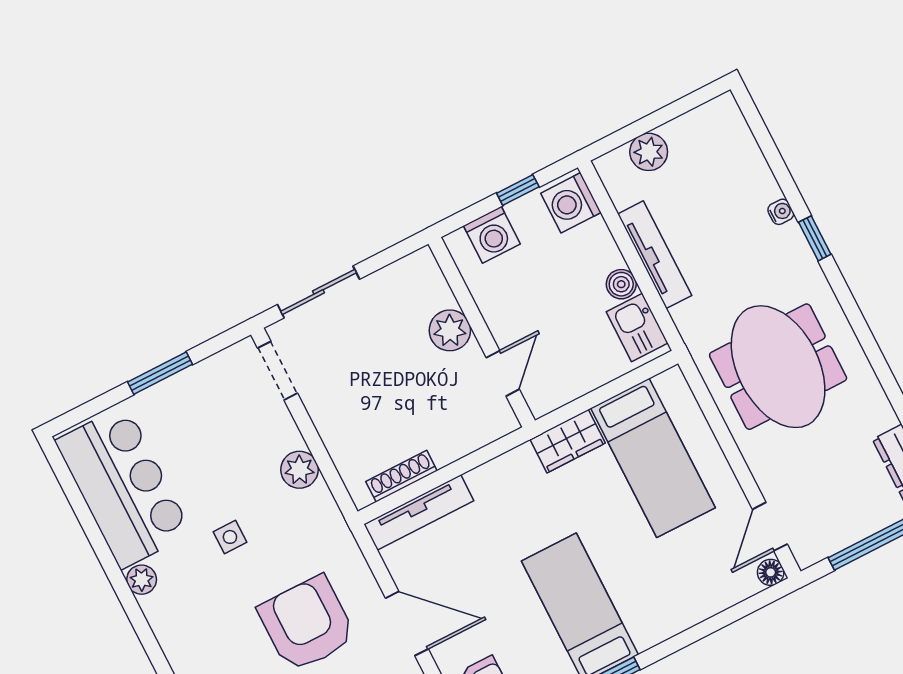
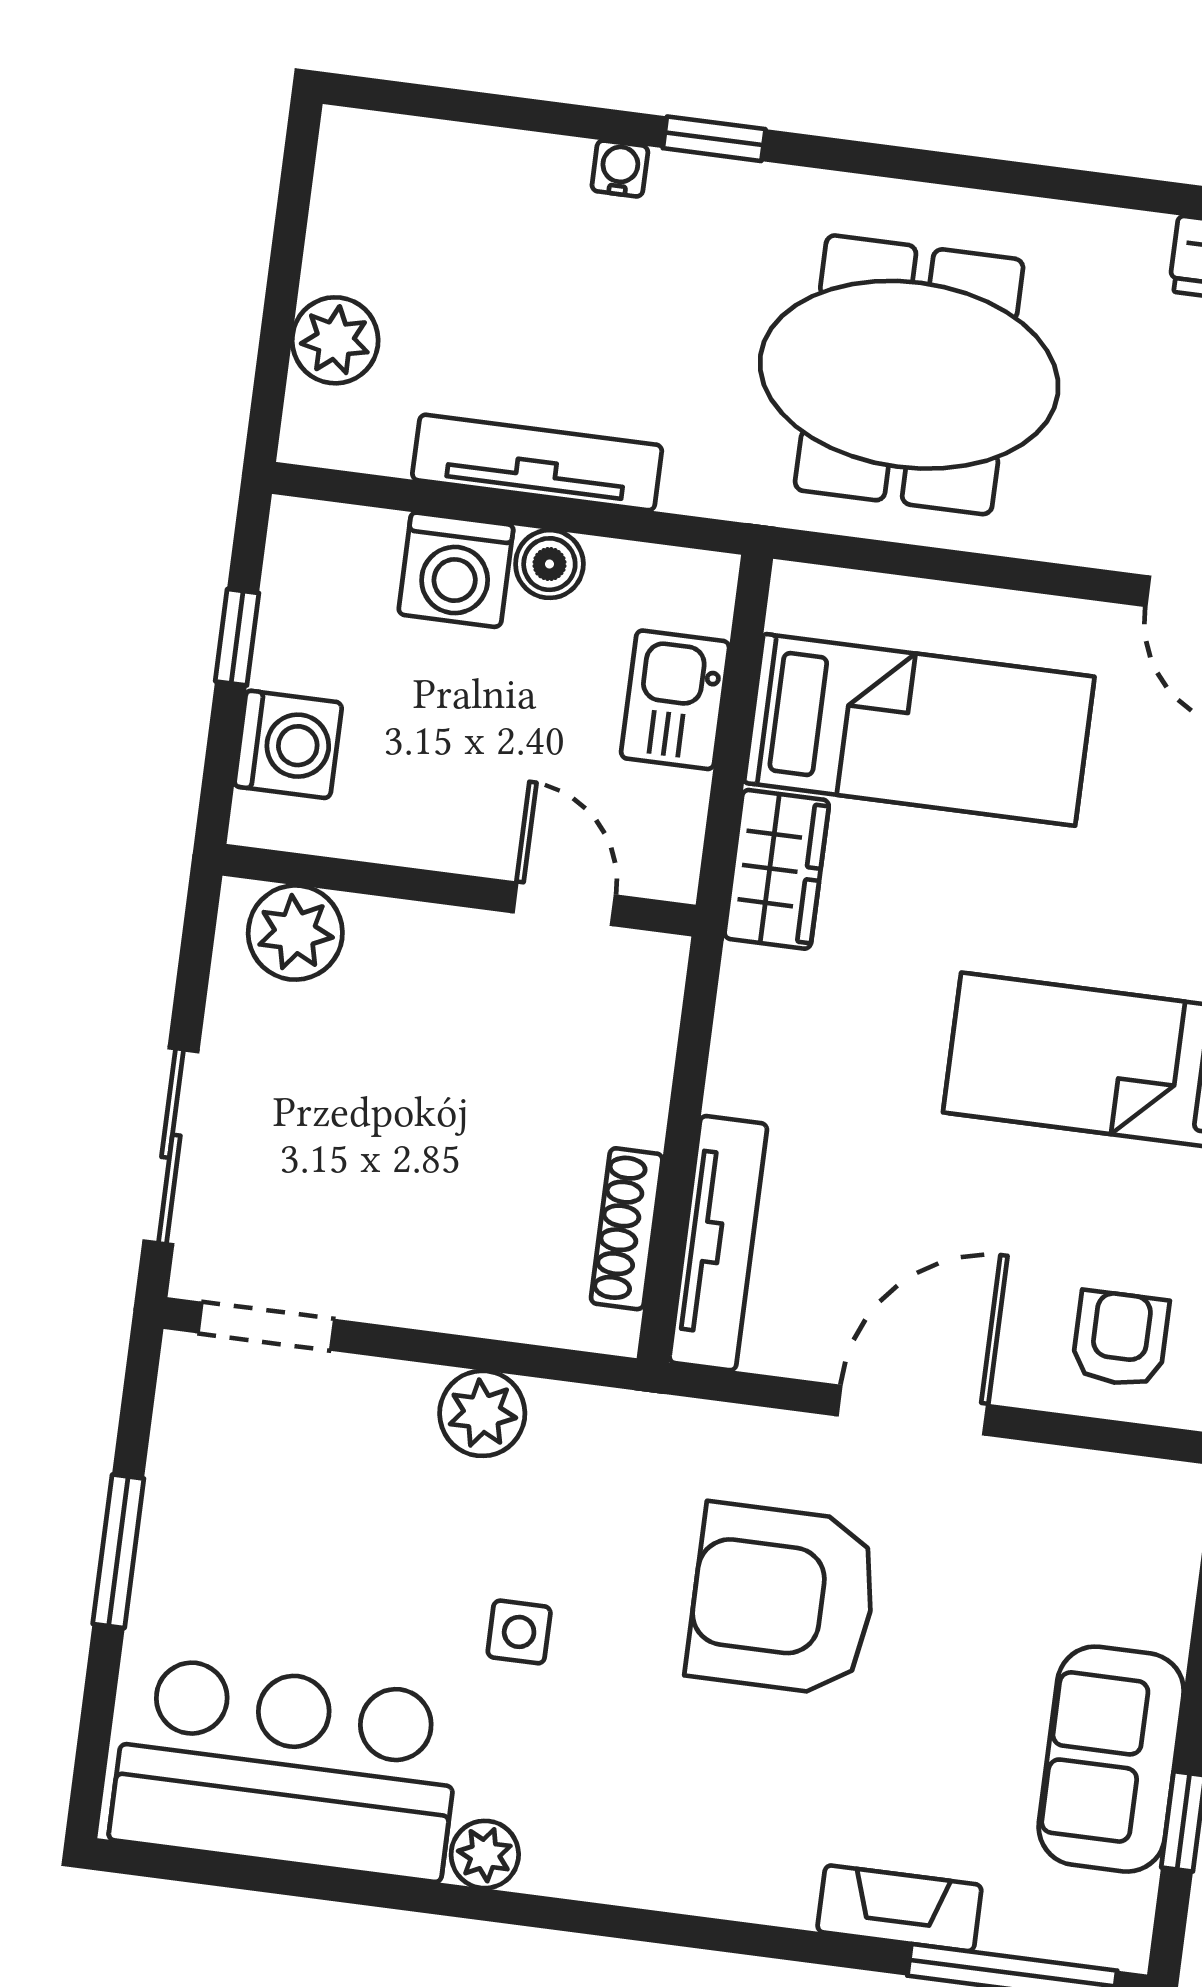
washing machine: (571, 203) -> (456, 570), moved
kitchen sink: (637, 327) -> (675, 700), moved, turned 90
plant: (450, 330) -> (295, 933), moved

